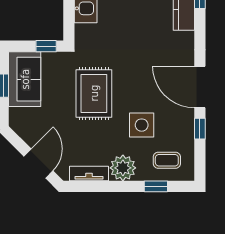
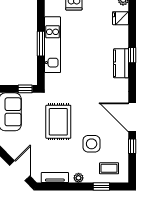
plant: (123, 168) -> (78, 178), width x0.53, depth x0.53

